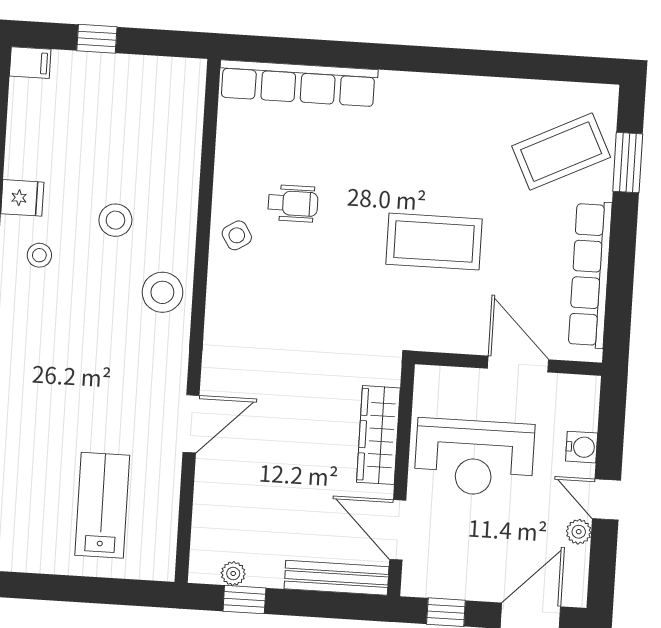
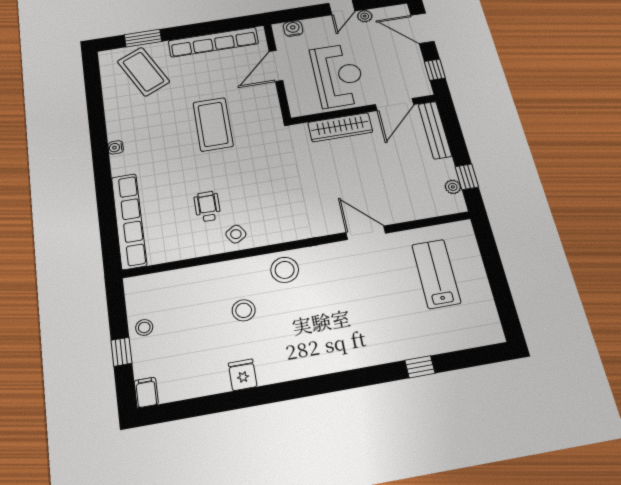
water cooler: (430, 84) -> (116, 147), added
stool: (39, 255) -> (144, 327), moved
water cooler: (582, 447) -> (293, 29), moved
lab bench: (102, 505) -> (436, 274), turned 90

